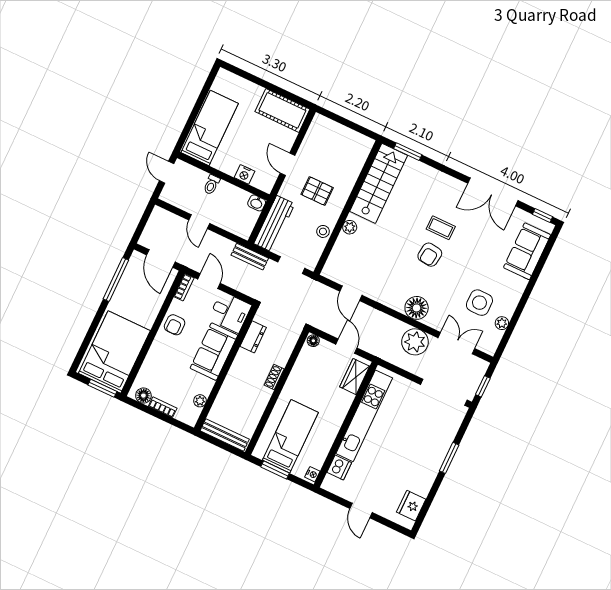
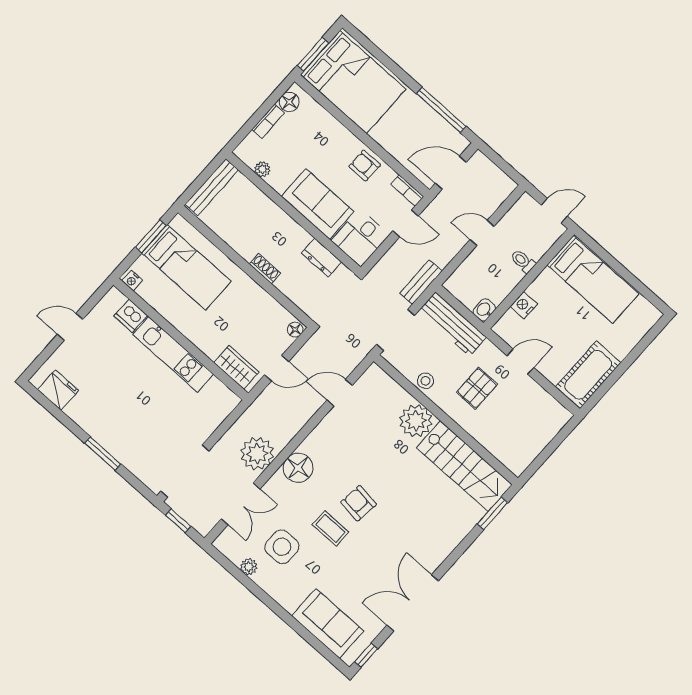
plant: (350, 227) -> (416, 421), width x1.88, depth x1.88
coffee table: (441, 228) -> (330, 528), moved, turned 90
doorway: (291, 265) -> (396, 330), width x1.38
kitchen unit: (364, 416) -> (173, 354), width x0.73

